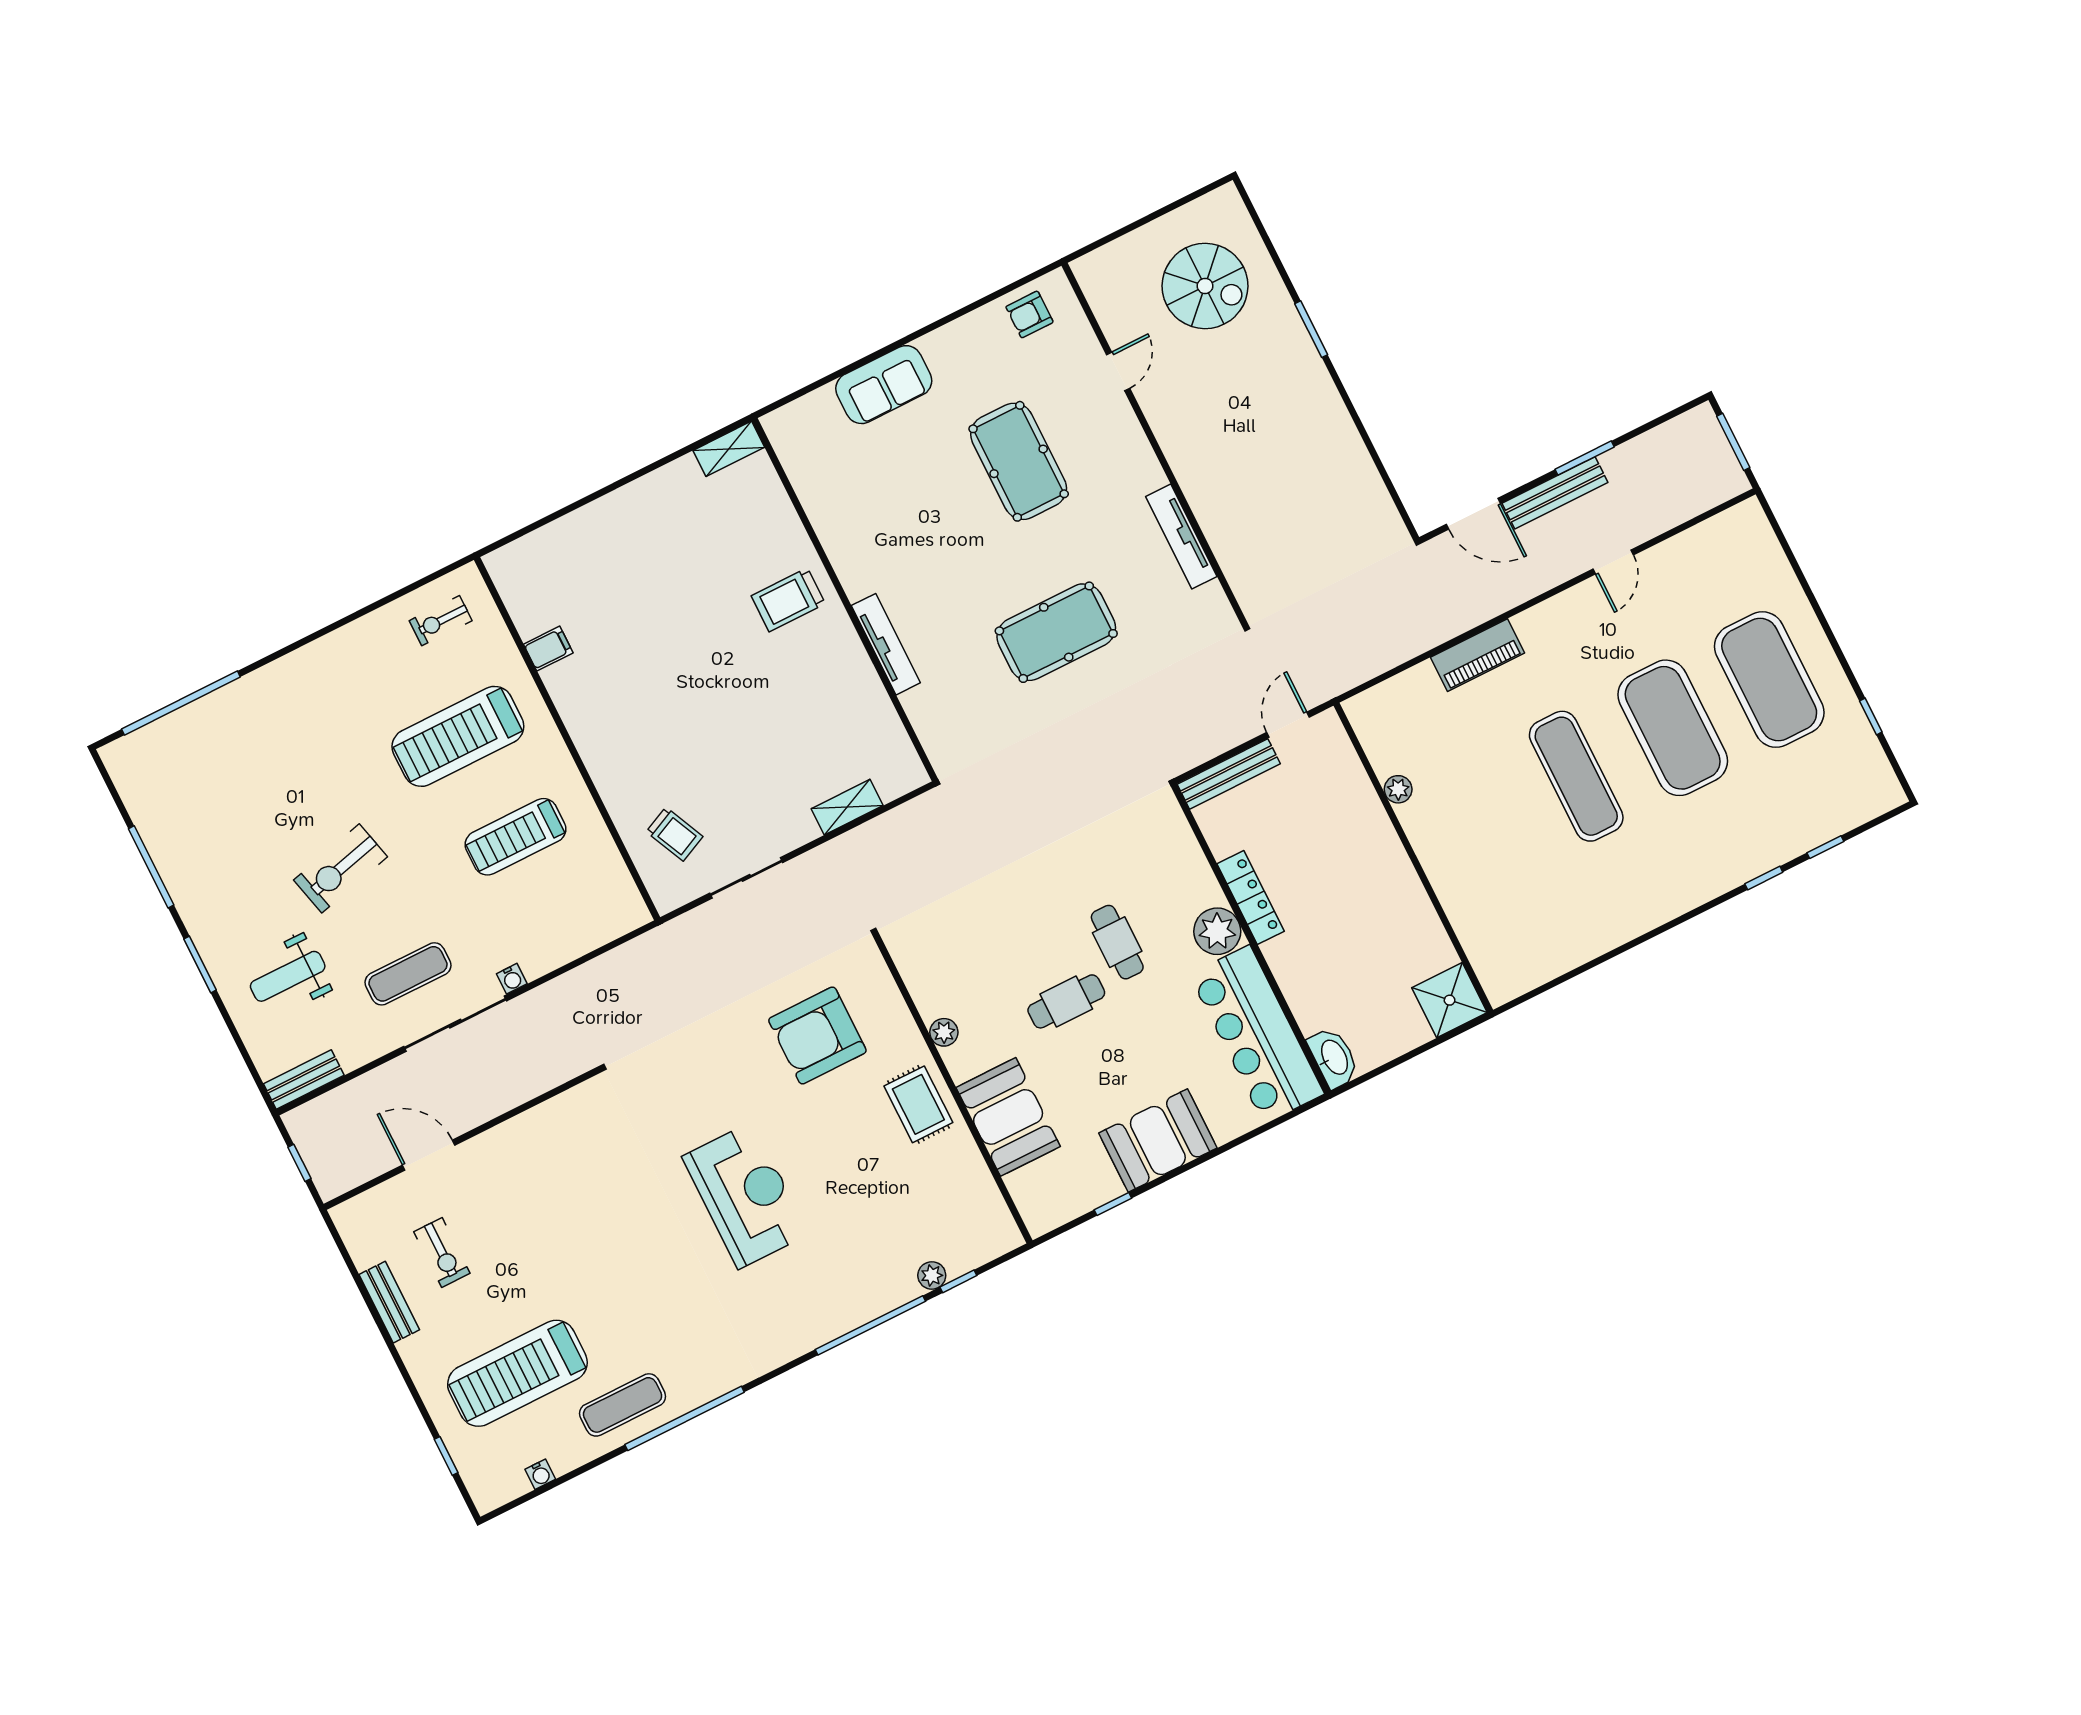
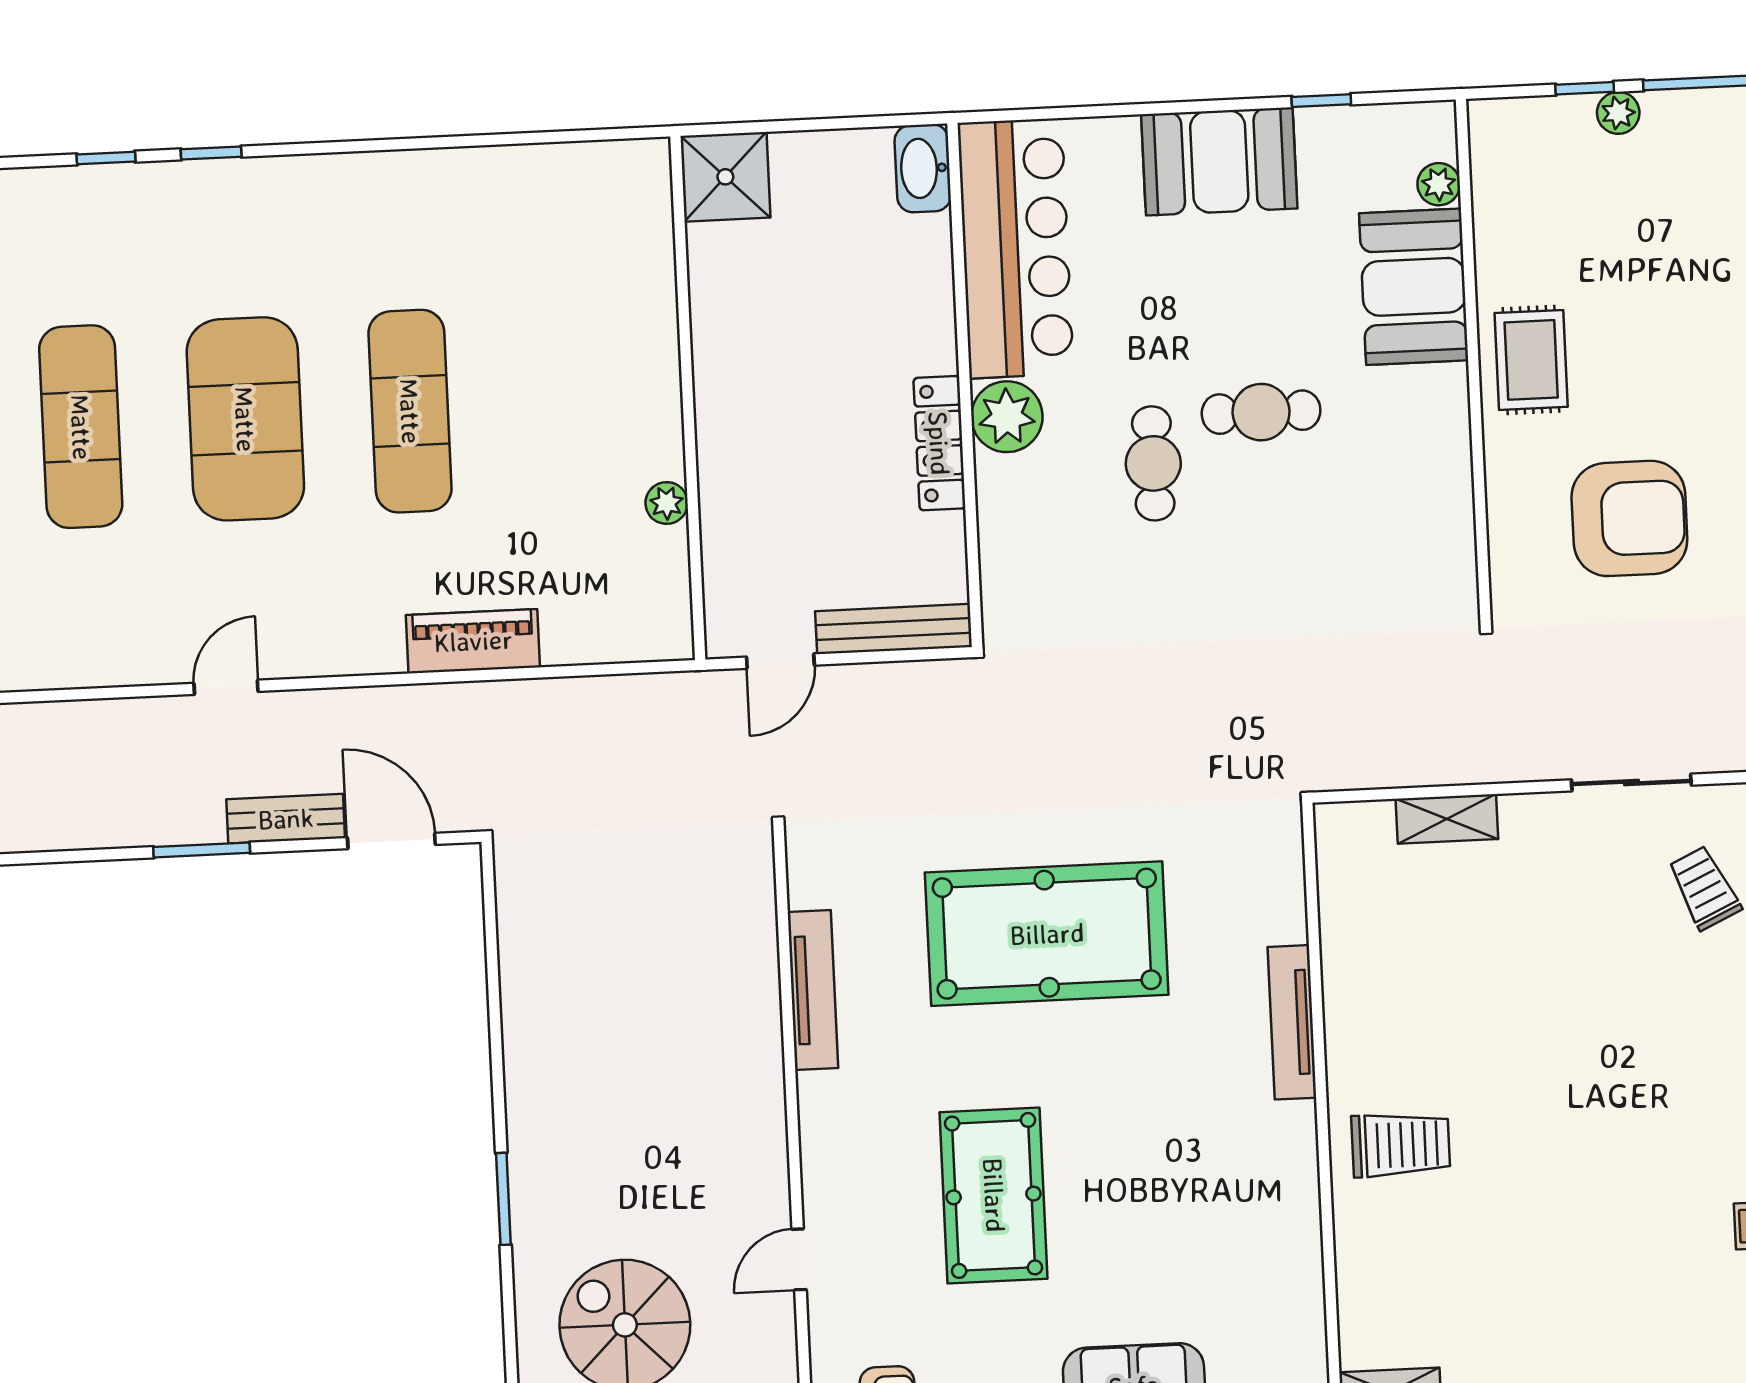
bench: (1555, 493) -> (286, 819), width x0.73
pool table: (1056, 632) -> (1047, 934), width x1.36, depth x1.32
exercise mat: (1769, 680) -> (81, 427), width x0.68
plant: (944, 1032) -> (1439, 184), moved

